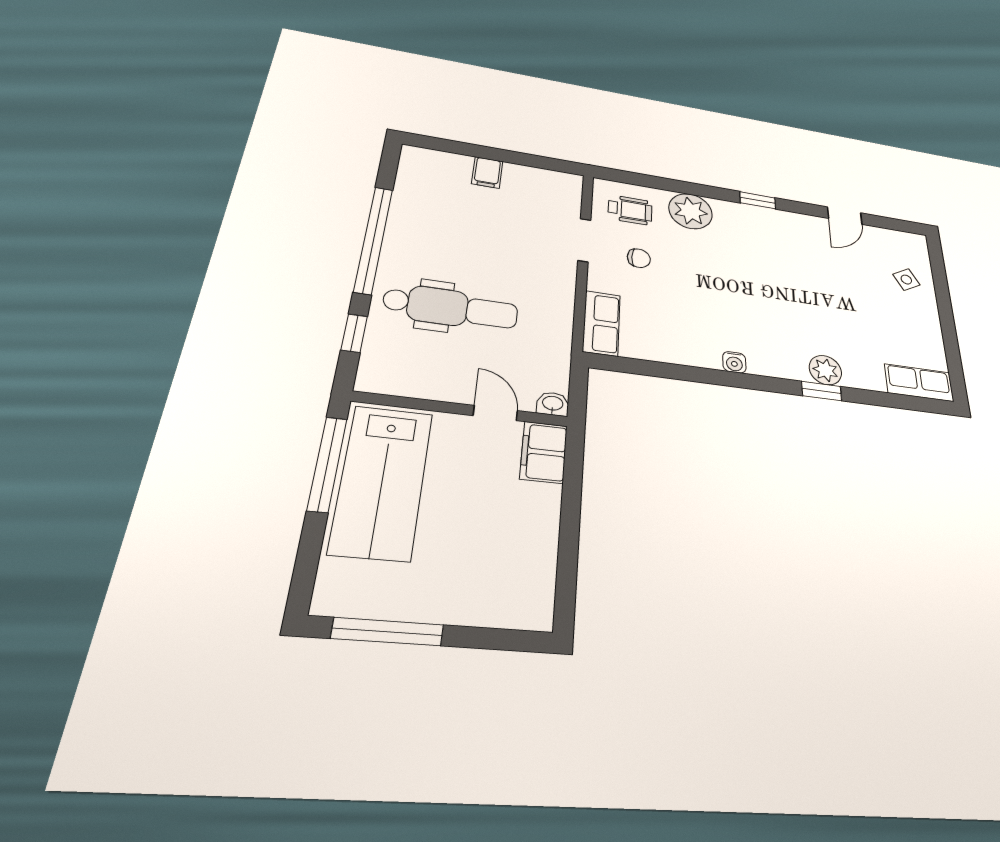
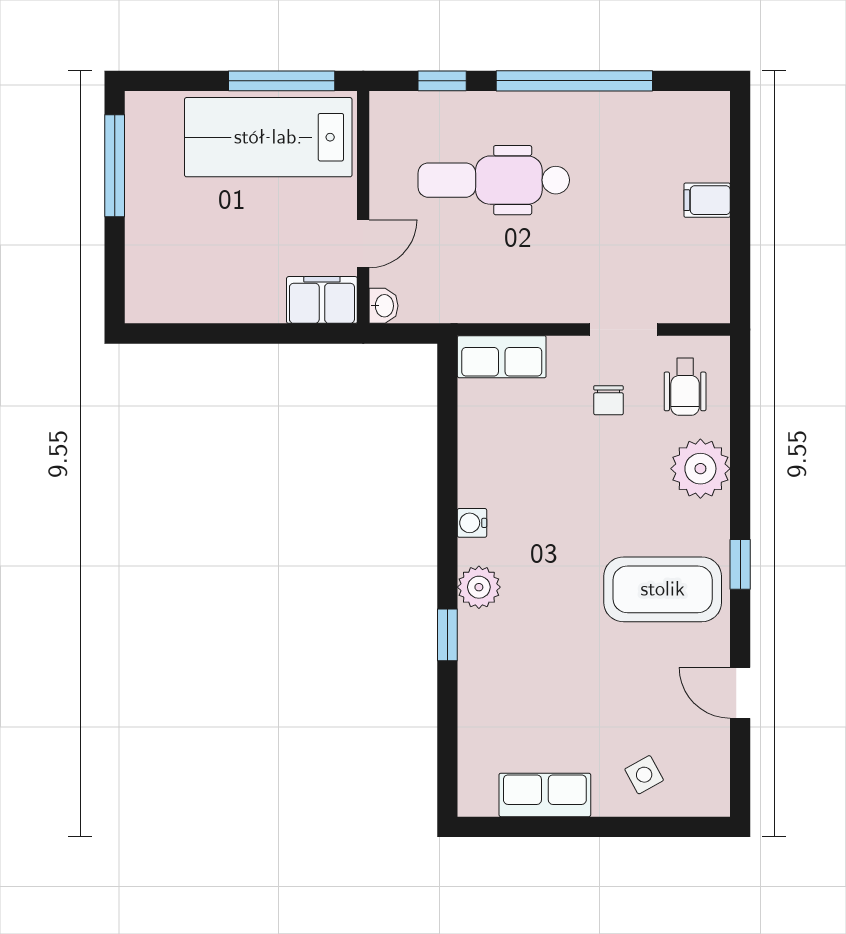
coffee table: (778, 248) -> (663, 589), added
dental chair: (451, 308) -> (494, 180), turned 90
plant: (825, 370) -> (479, 587), moved
row of seats: (919, 383) -> (545, 795), moved, turned -90

